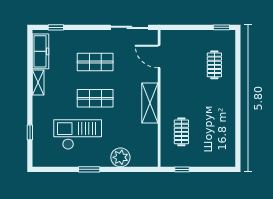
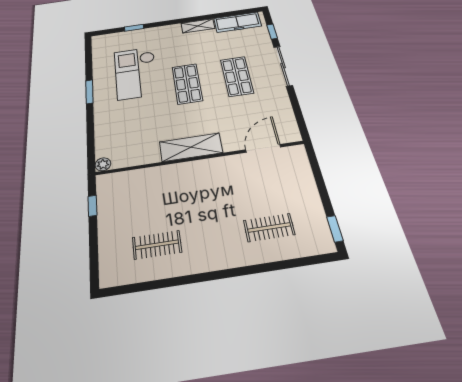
sliding door: (129, 27) -> (283, 66), moved
clothes rail: (181, 132) -> (157, 245), moved
checkout: (78, 135) -> (136, 73), turned 180
plant: (120, 157) -> (103, 164), moved, width x0.53, depth x0.53

